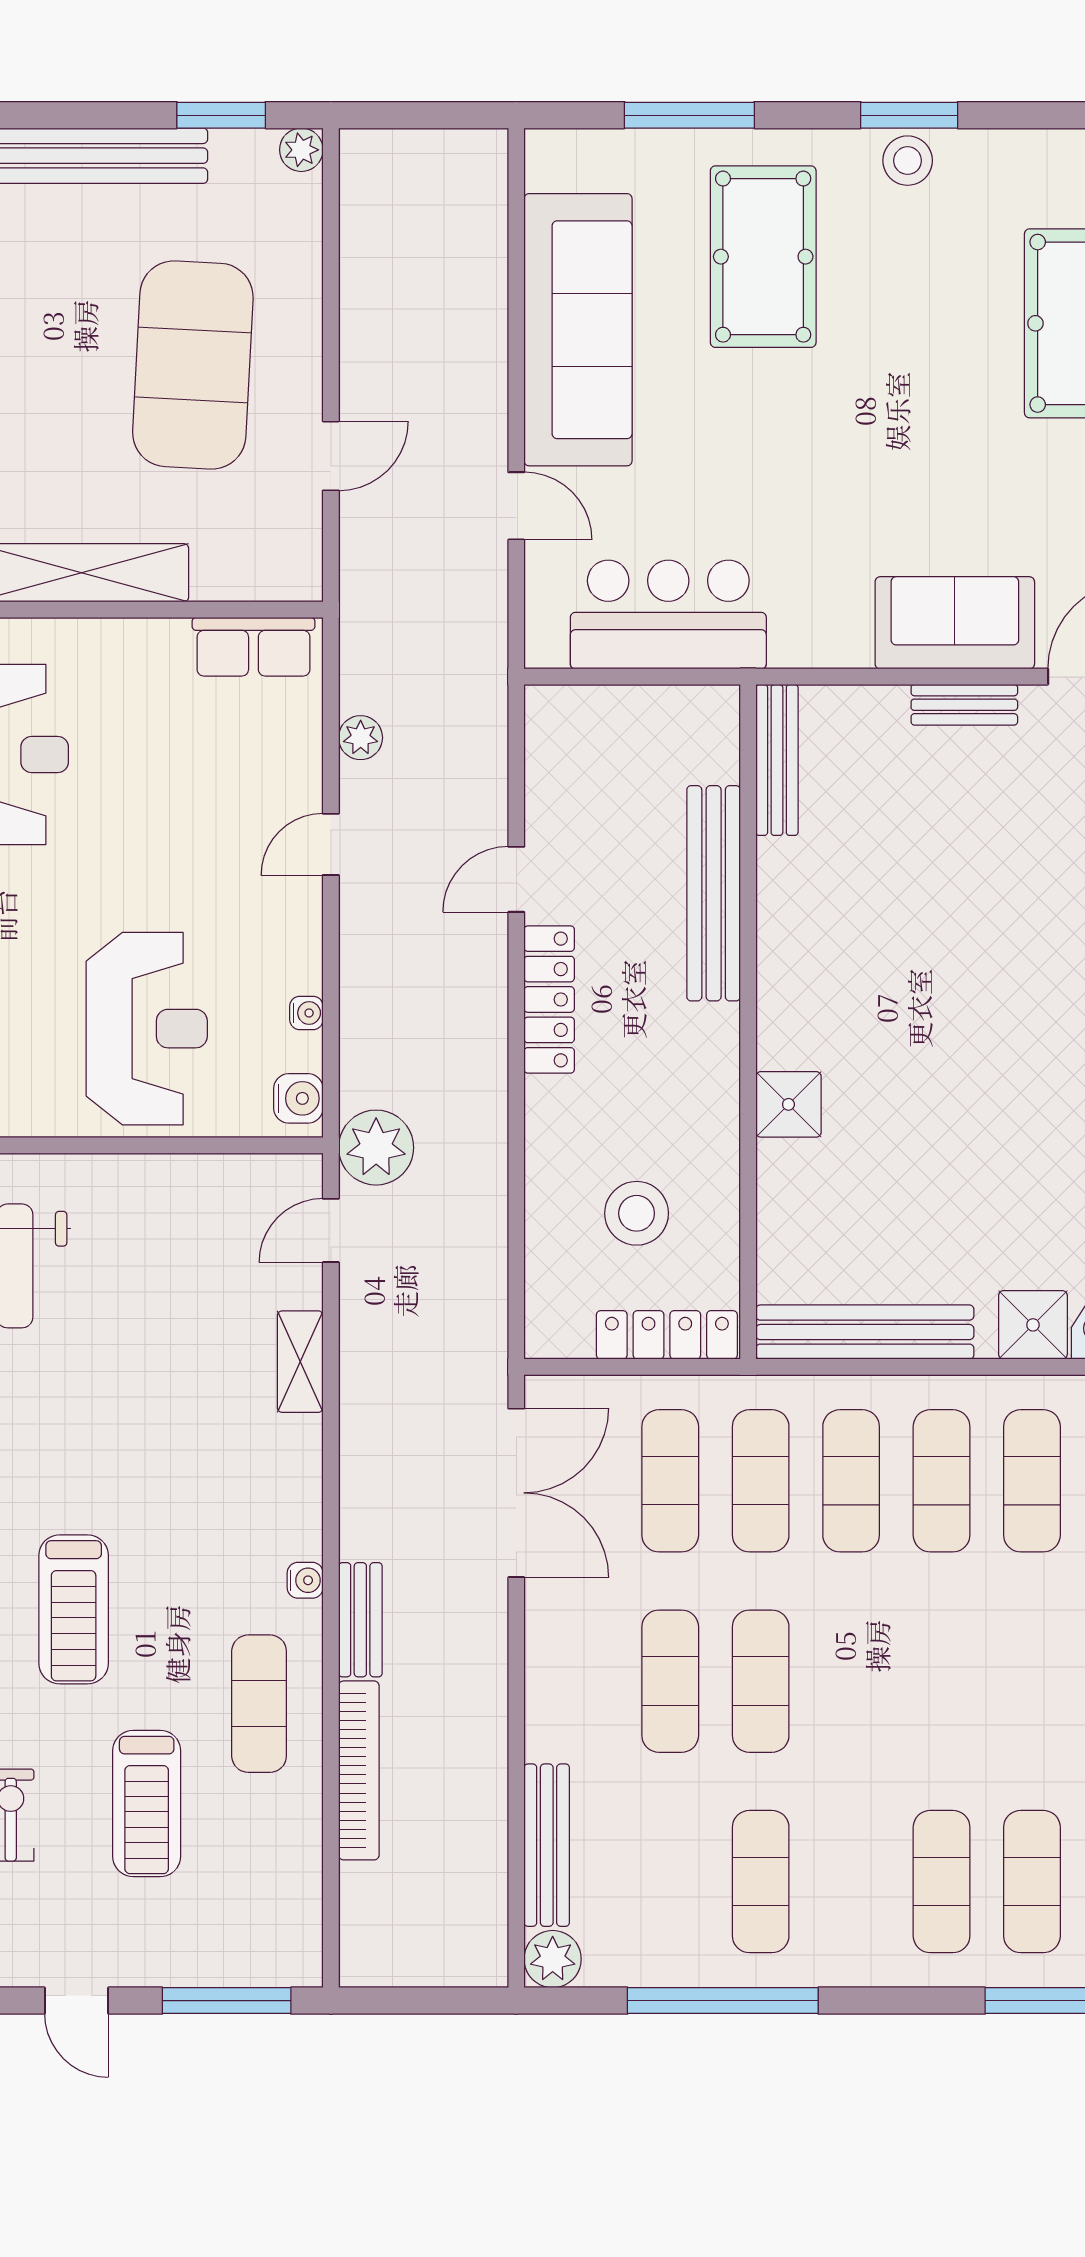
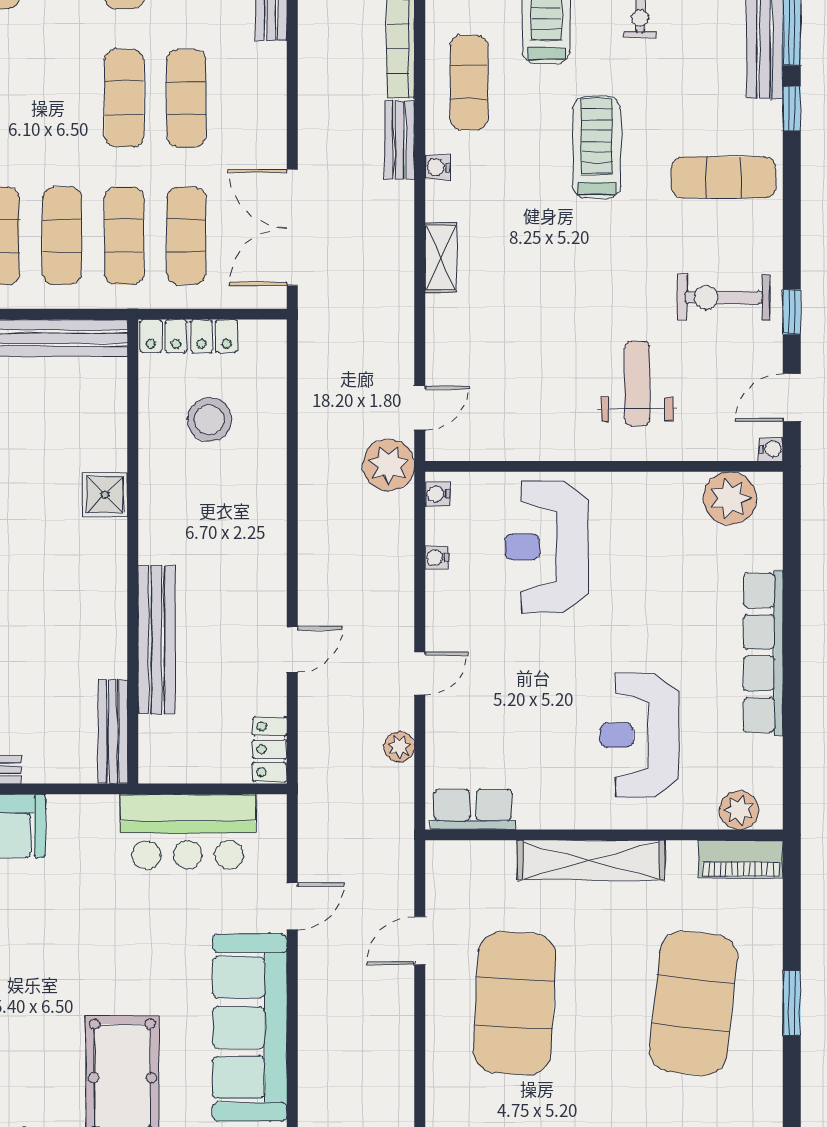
door: (516, 506) -> (292, 906), swing flipped
locker: (549, 999) -> (270, 749), moved, width x0.66
water cooler: (298, 1098) -> (437, 494), width x0.72, depth x0.72
shelving: (300, 1362) -> (441, 258), moved

